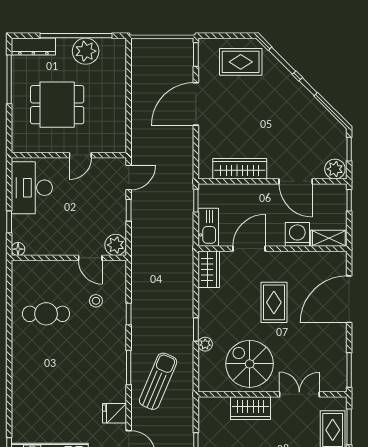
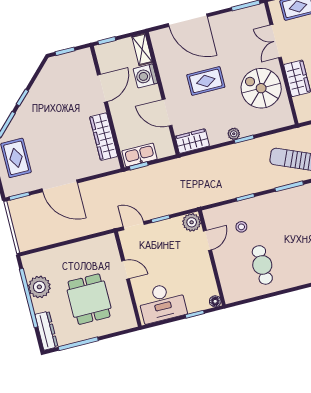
plant: (335, 169) -> (84, 59), removed
kitchen sink: (208, 227) -> (140, 155), moved
plant: (205, 344) -> (234, 134), moved
spiral stairs: (250, 364) -> (261, 88), turned 90

